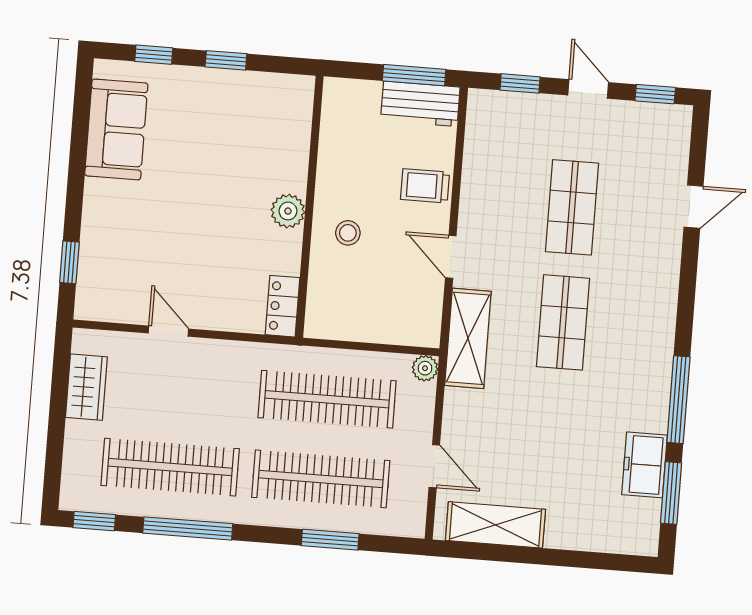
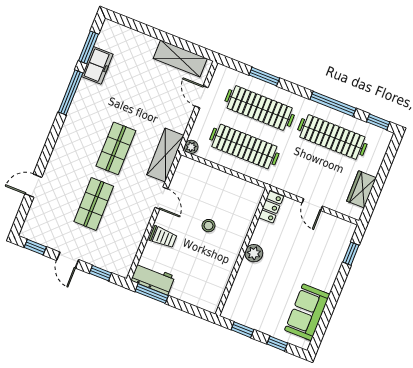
wall: (309, 207) -> (243, 252), moved
plant: (288, 211) -> (254, 253), moved
locker: (282, 306) -> (271, 207), moved

